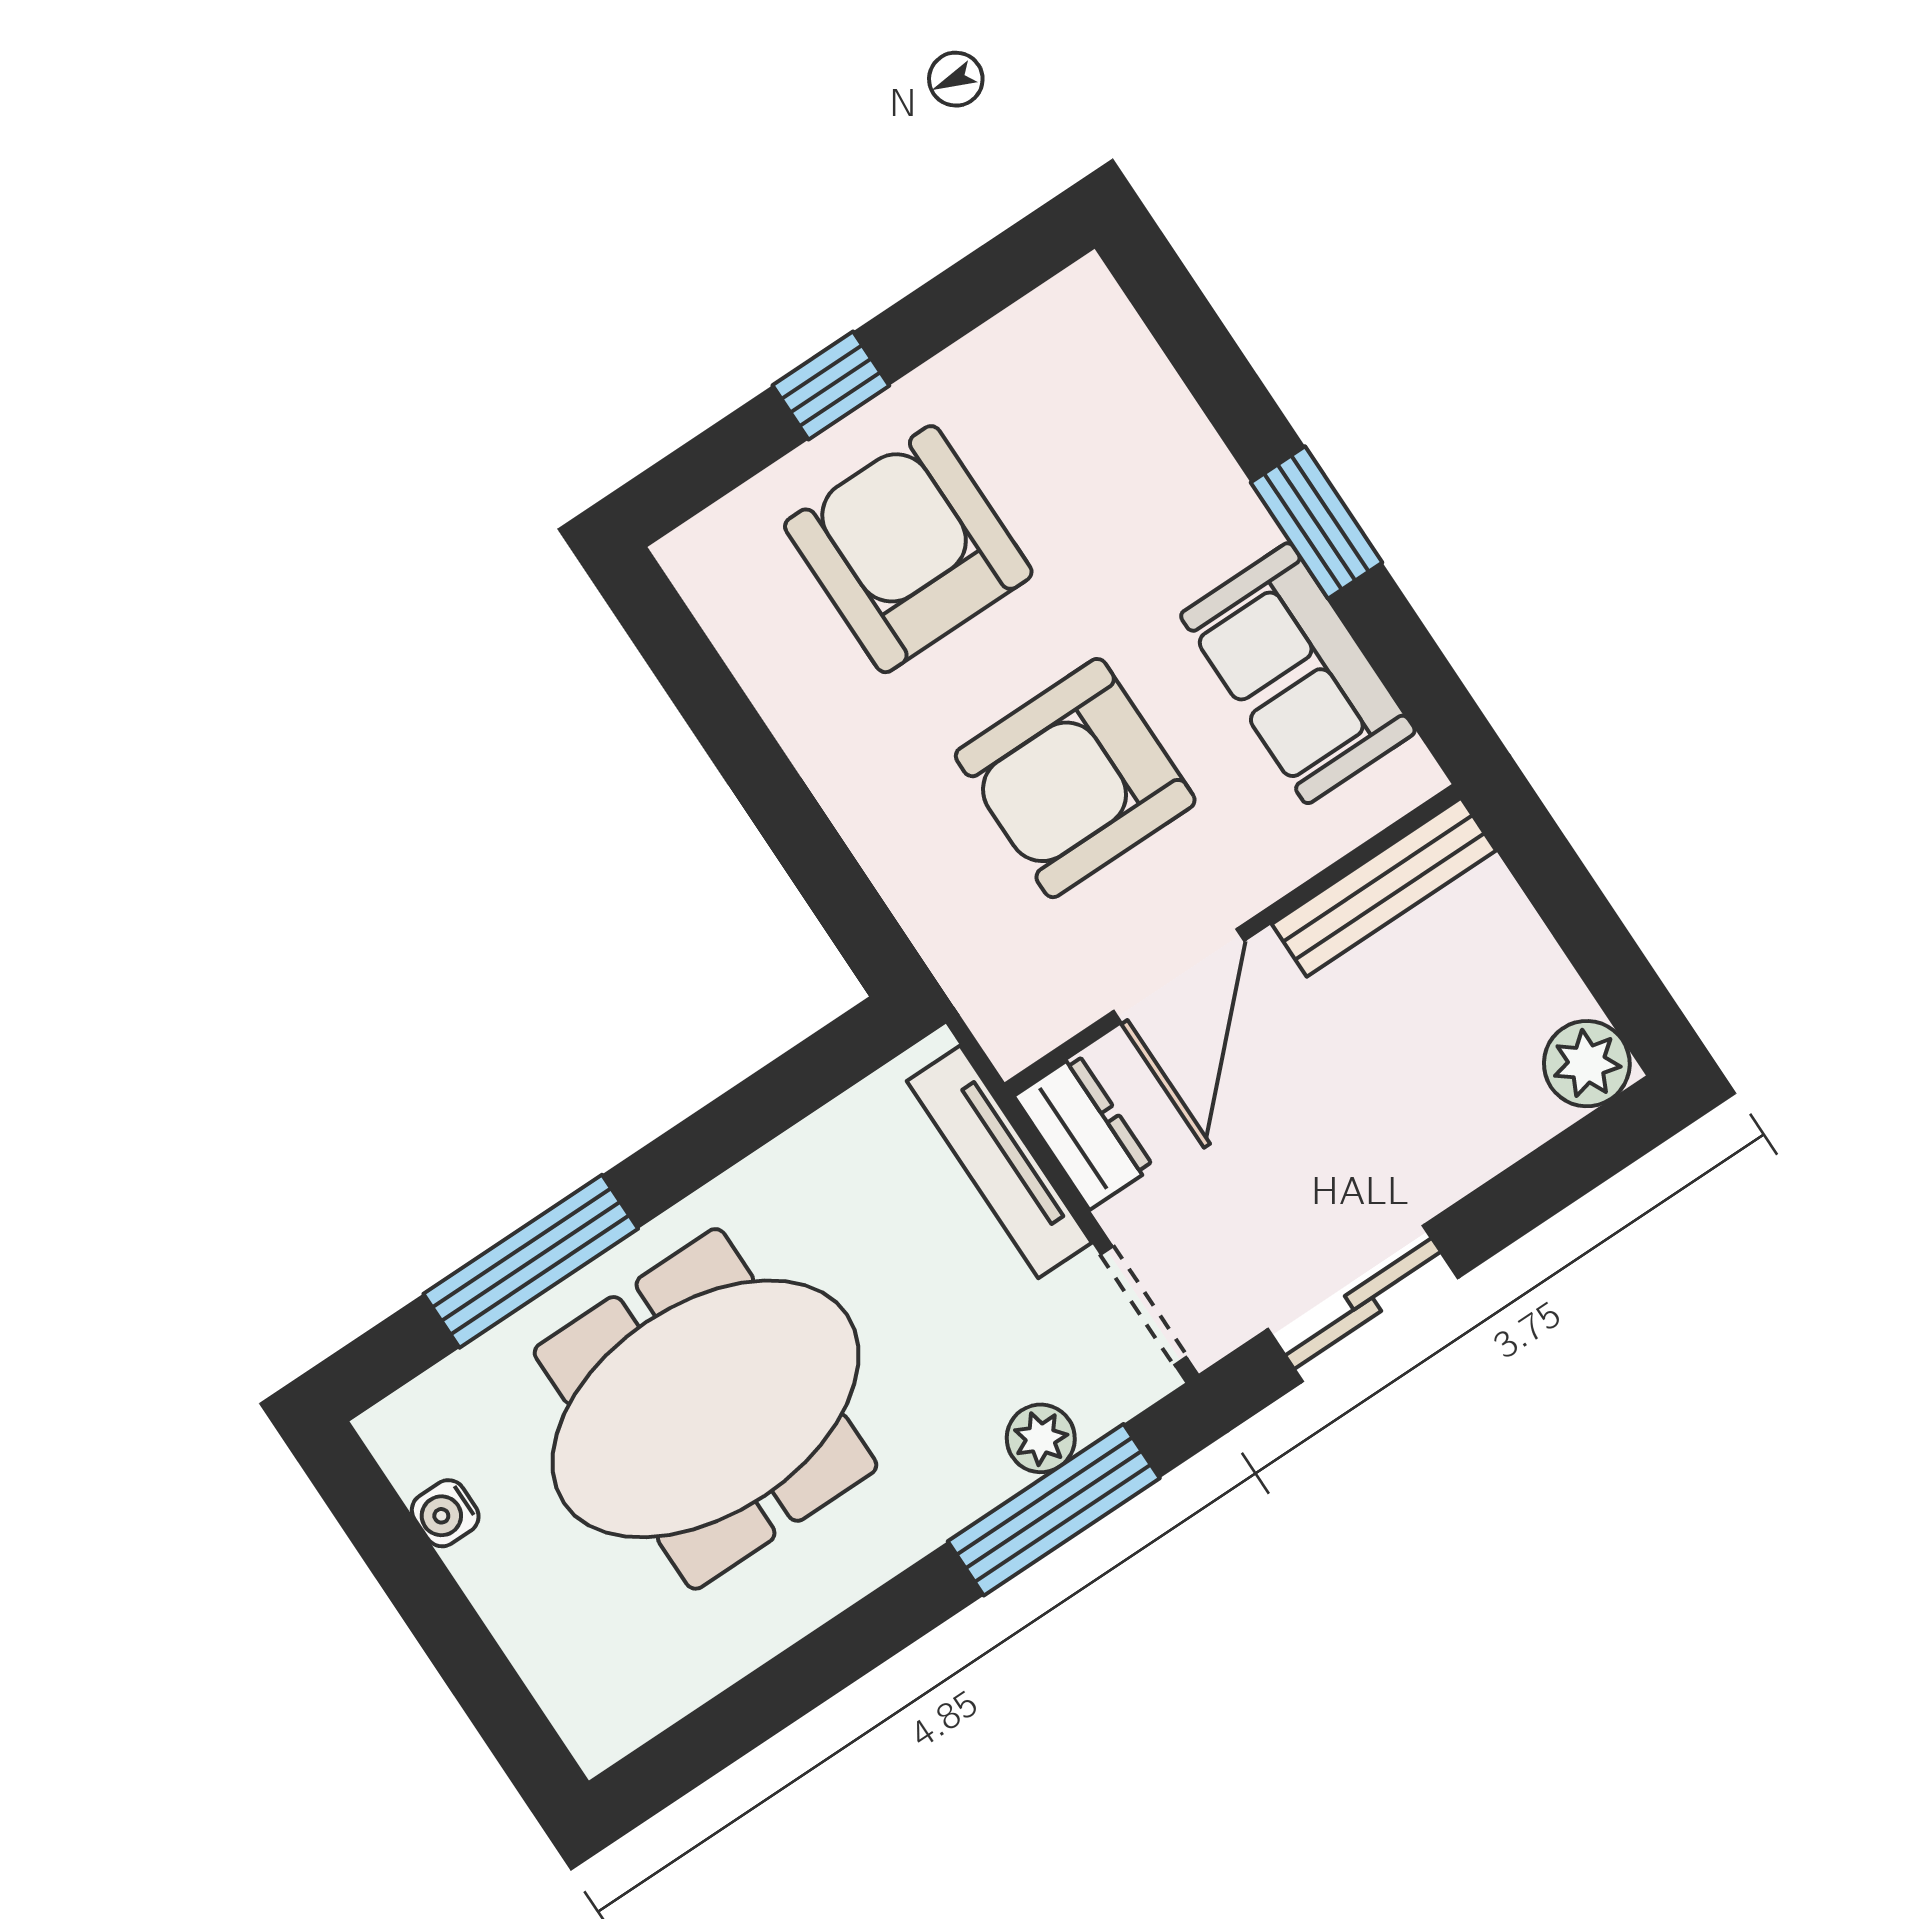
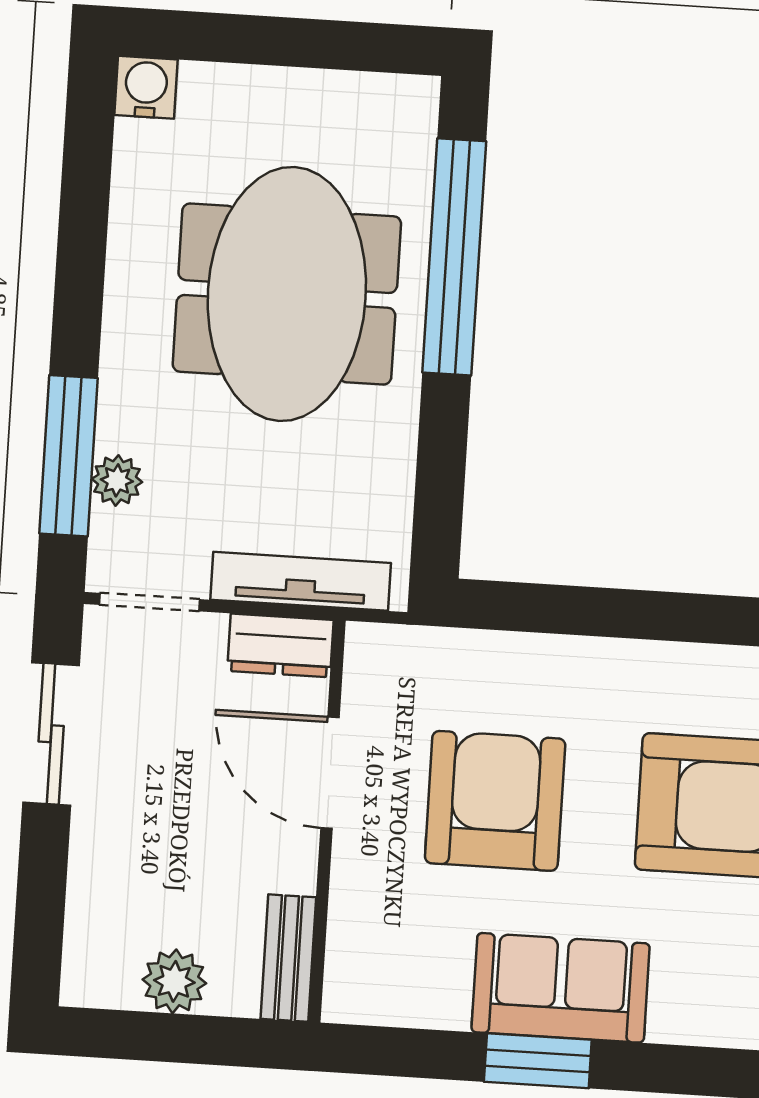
sofa: (1298, 673) -> (561, 988), moved
bench: (1384, 887) -> (288, 958), width x0.73
plant: (1587, 1064) -> (174, 981), moved
window: (531, 1261) -> (454, 257), width x1.46
water cooler: (445, 1513) -> (146, 87), moved, width x1.38, depth x1.38

